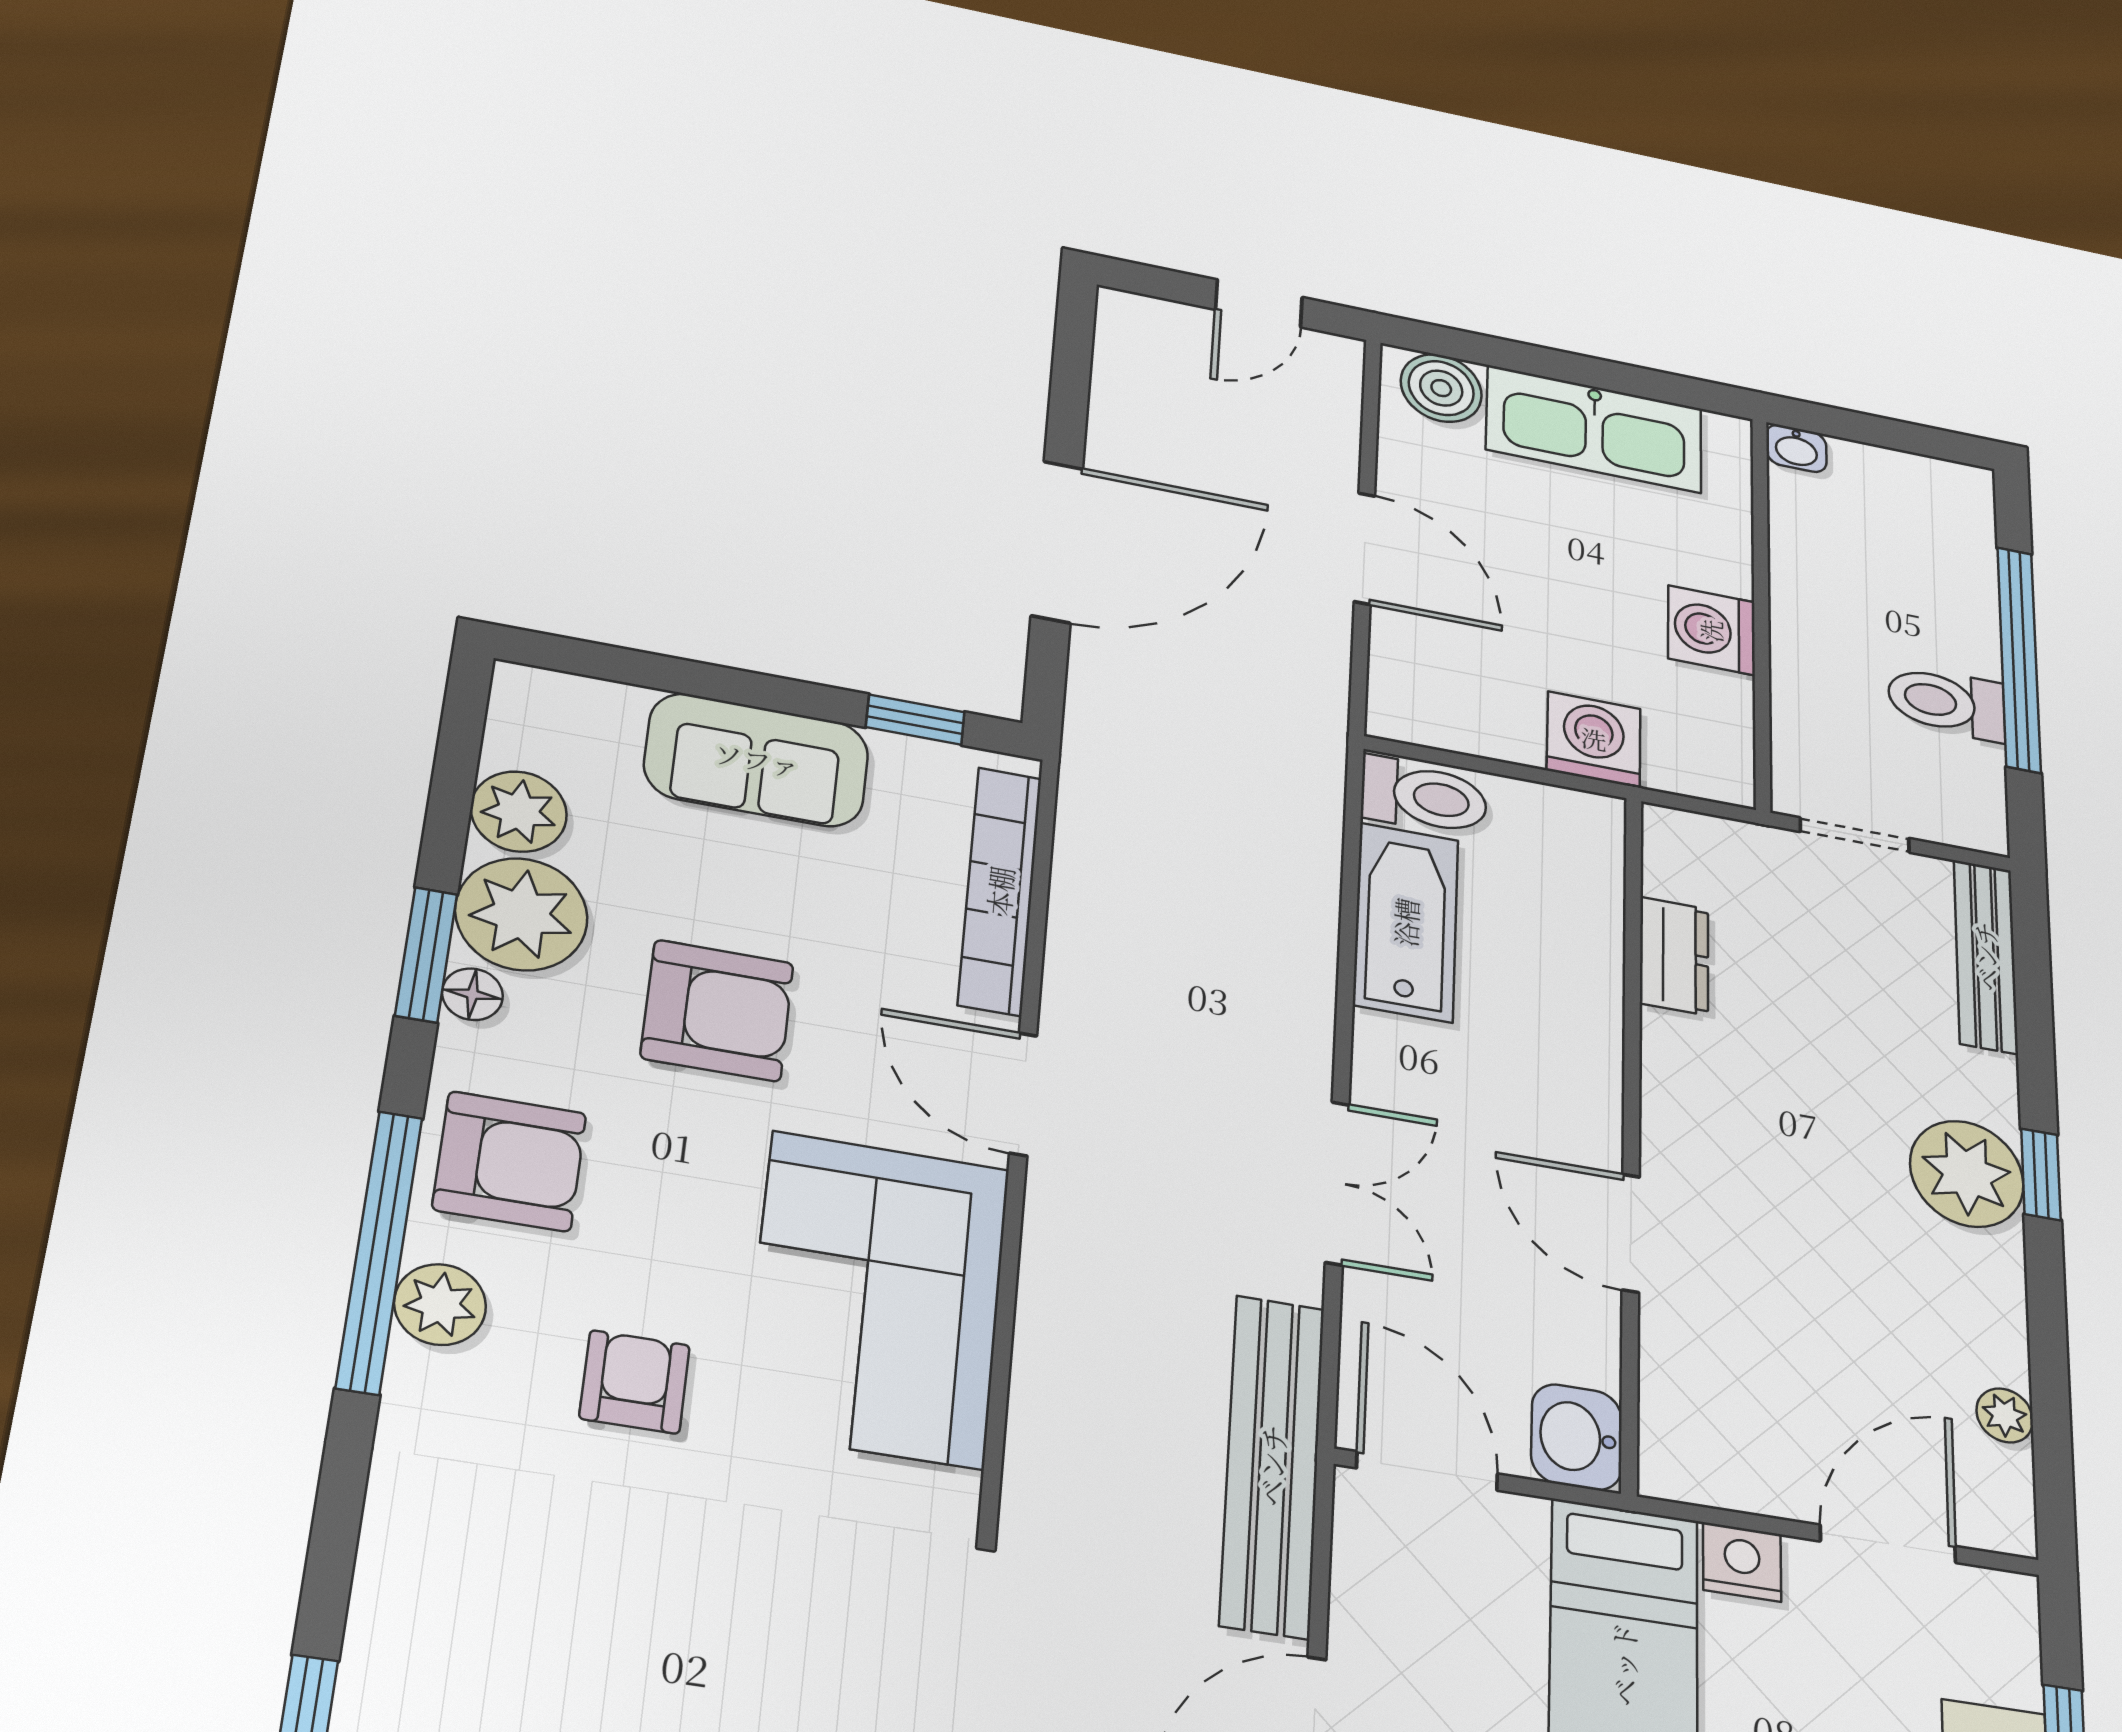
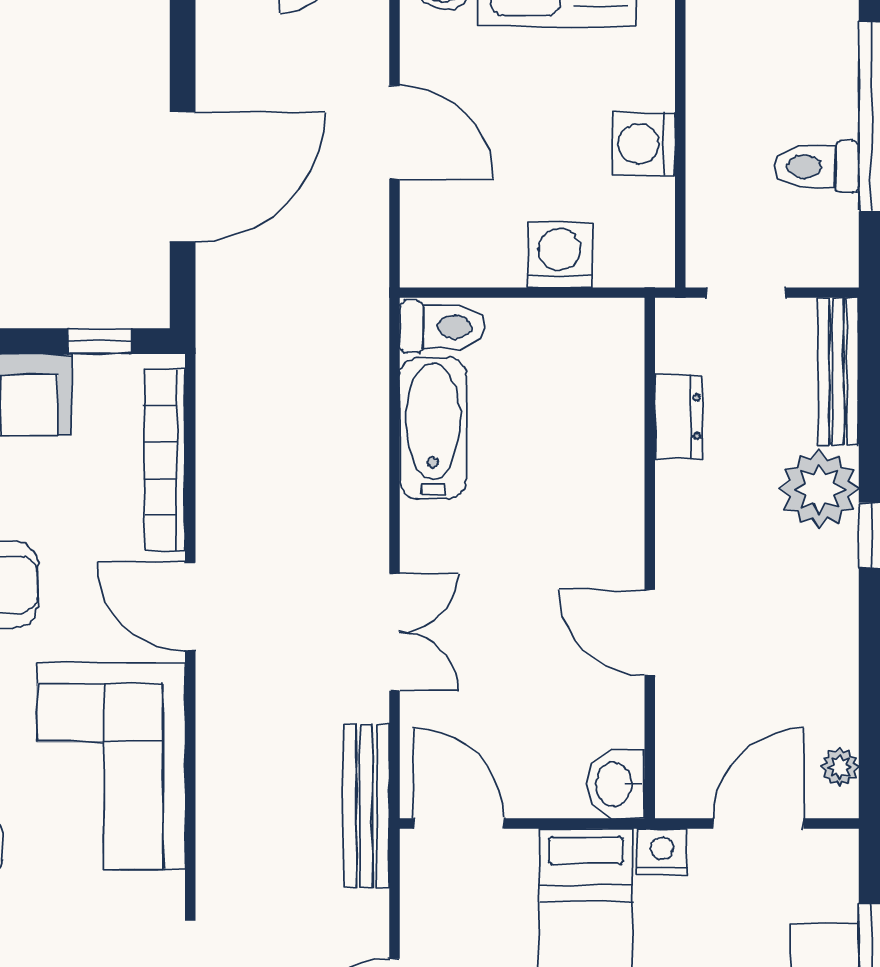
dresser: (1674, 956) -> (678, 417), moved
wall: (1631, 1133) -> (650, 558), moved
plant: (1967, 1174) -> (819, 489), moved
door: (1631, 1233) -> (650, 632), moved
plant: (2005, 1415) -> (840, 767), moved
washbasin: (1577, 1437) -> (615, 784), moved
bench: (1272, 1465) -> (366, 806), width x0.73, depth x0.82

